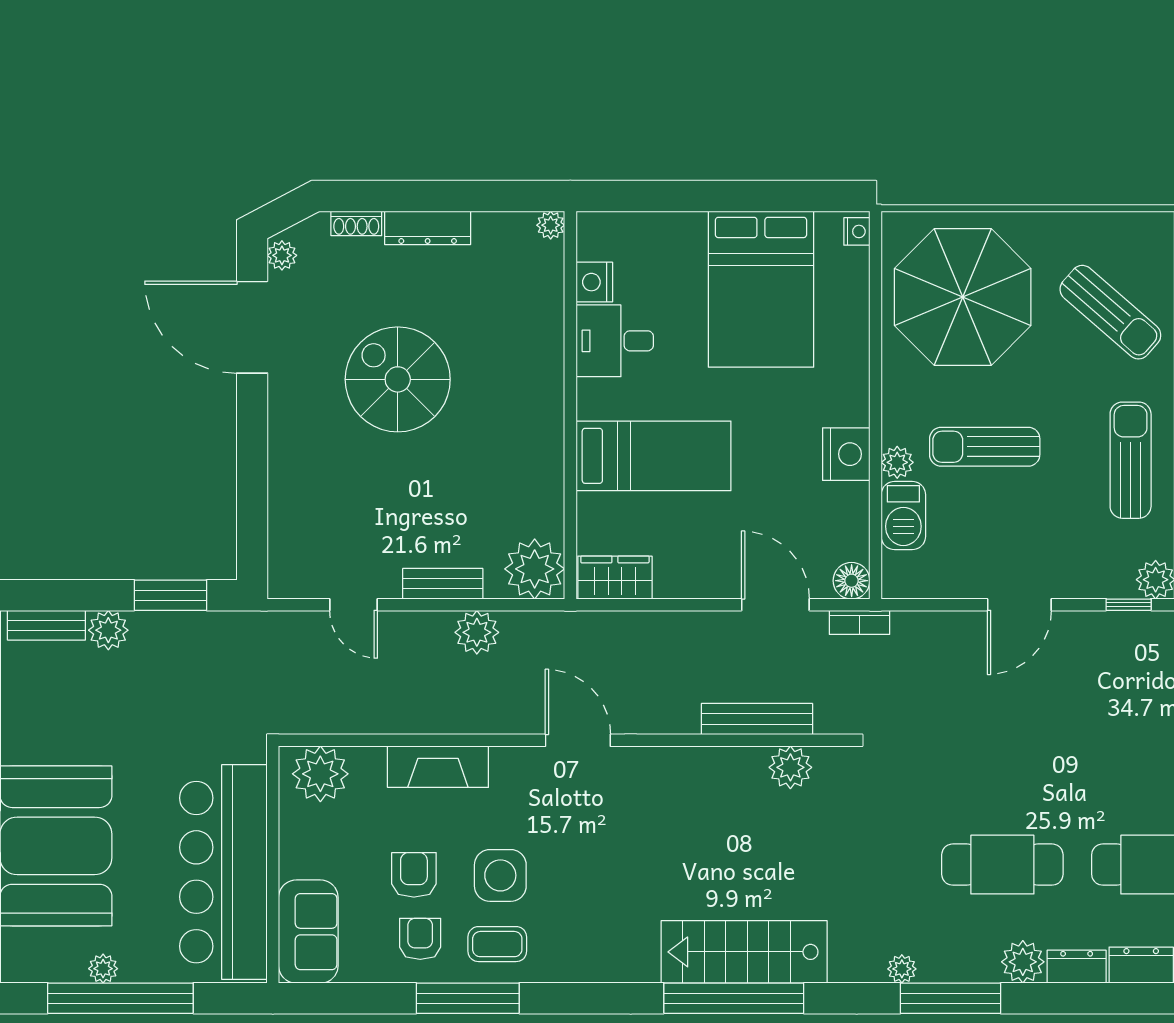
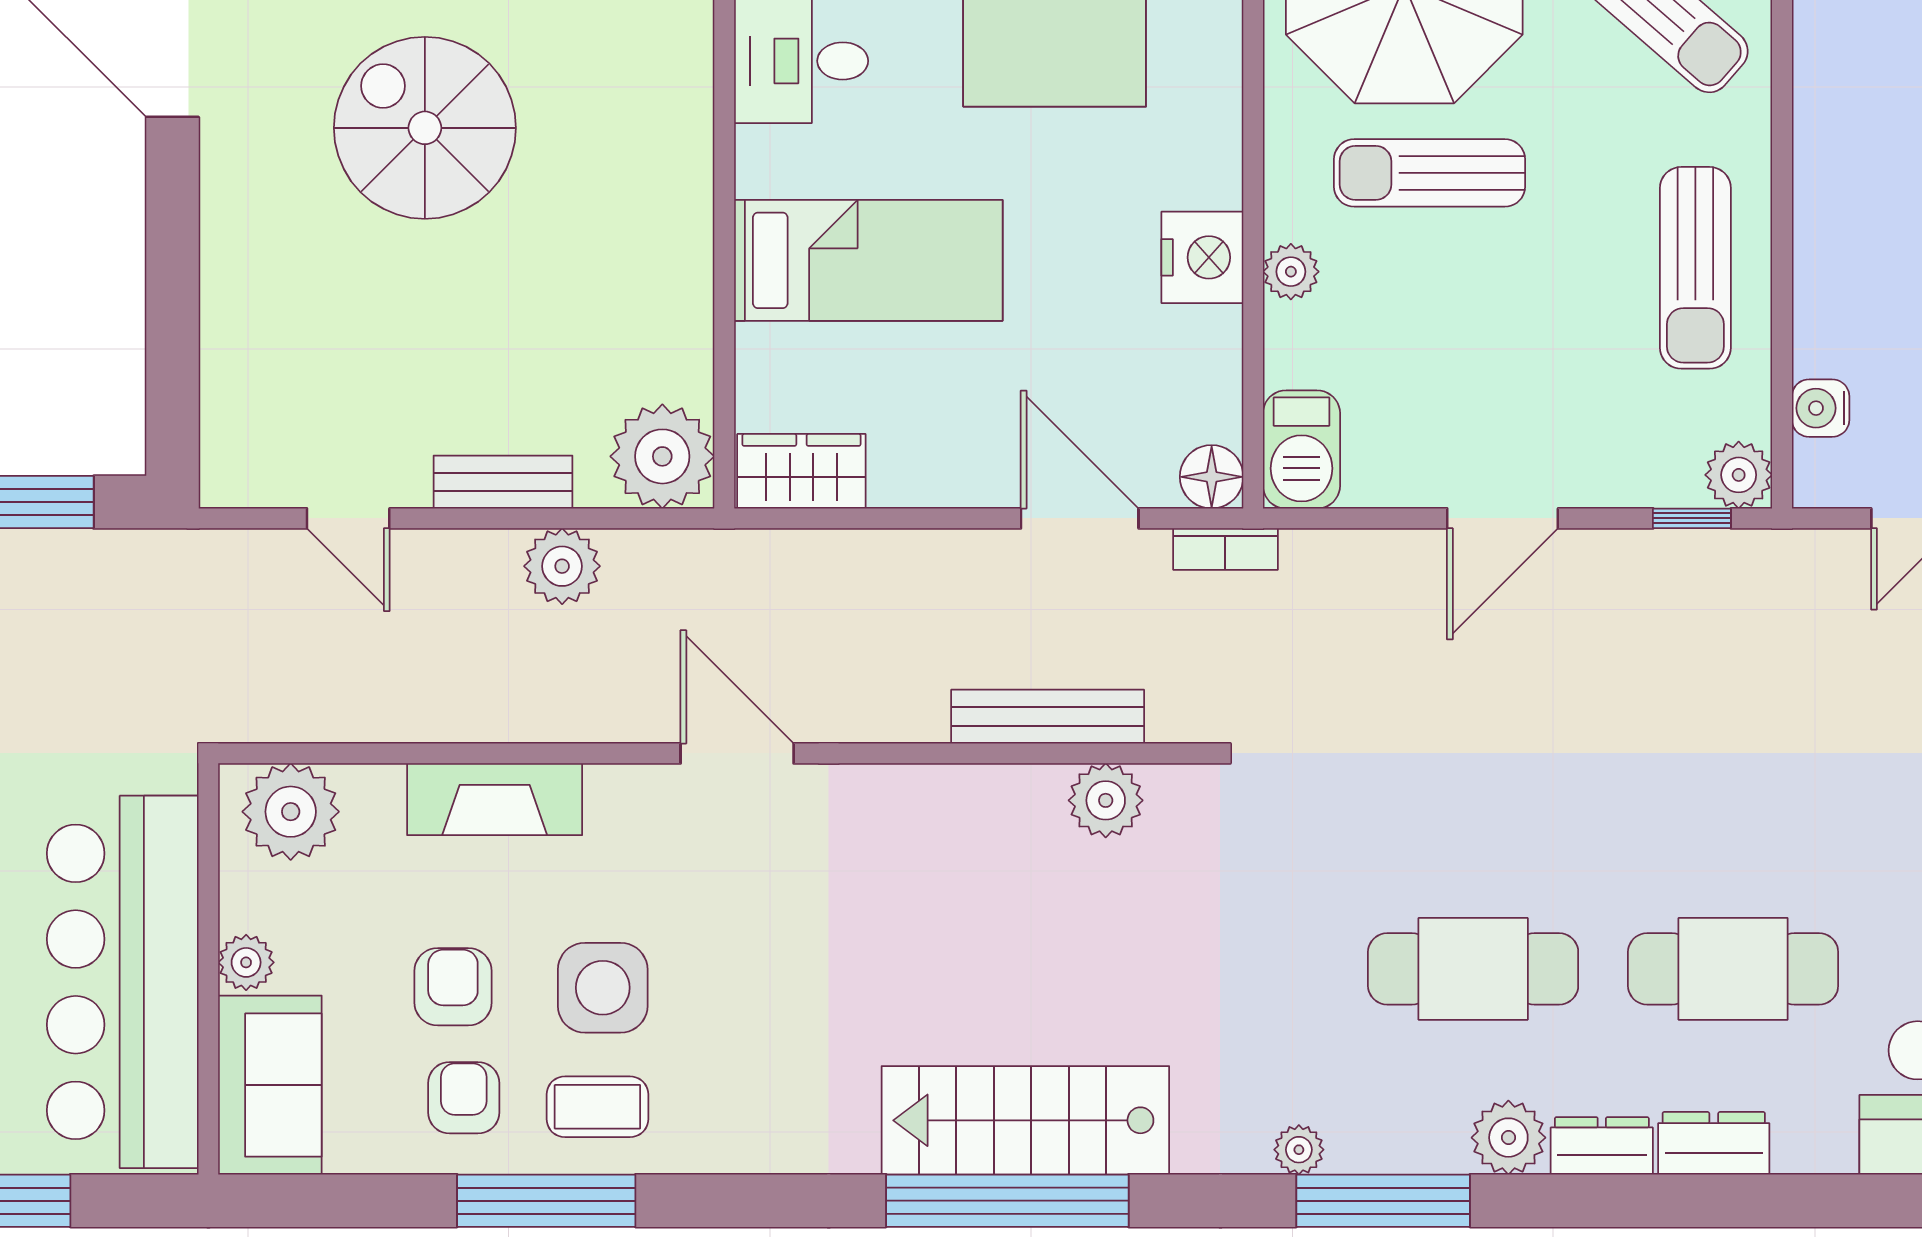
sun lounger: (985, 447) -> (1430, 173), moved
sun lounger: (1131, 460) -> (1695, 268), turned 180
barbecue: (903, 516) -> (1301, 449), moved
plant: (295, 861) -> (246, 962), added

